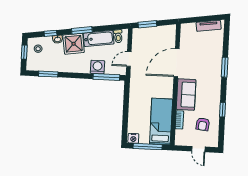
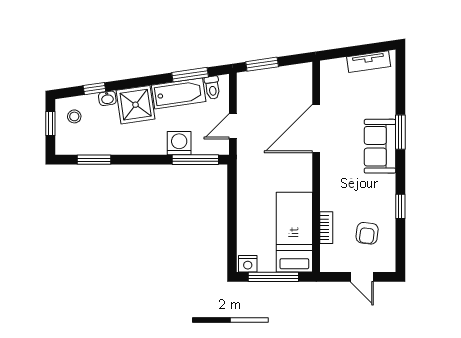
window: (82, 30) -> (190, 75), moved
sofa: (186, 95) -> (380, 146), moved, turned 180

